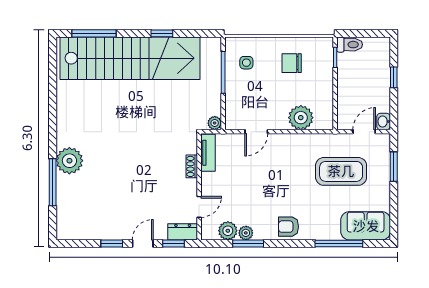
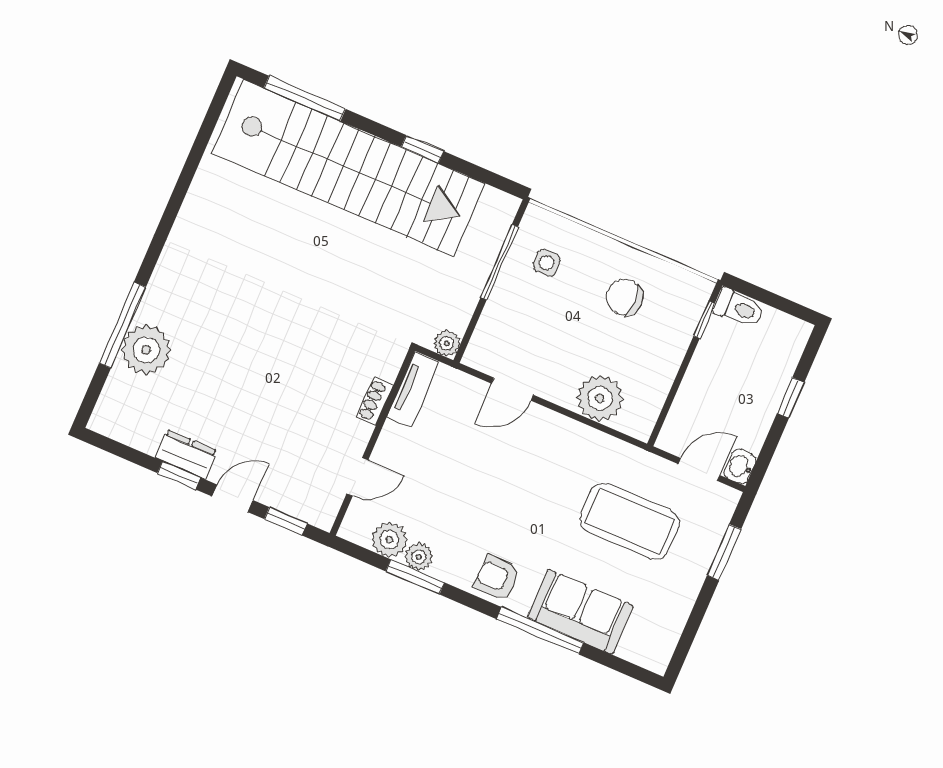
plant: (69, 161) -> (146, 350), moved
sofa: (366, 226) -> (580, 612), moved
dresser: (183, 232) -> (186, 454), moved
window: (339, 244) -> (540, 631), moved

